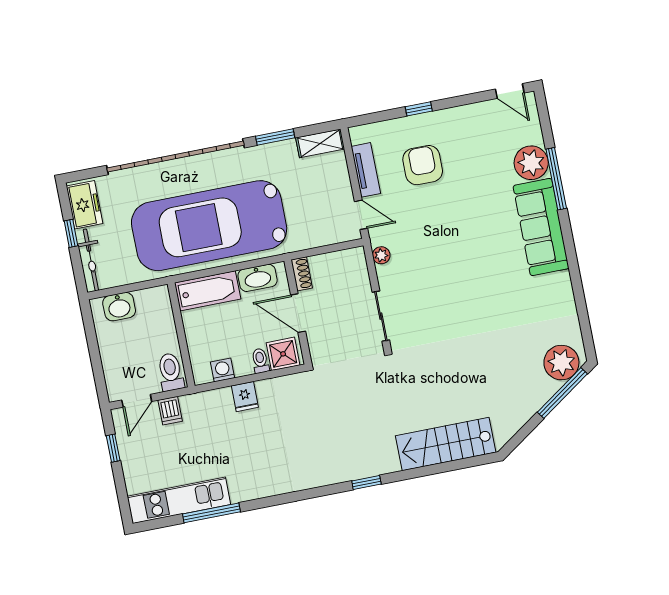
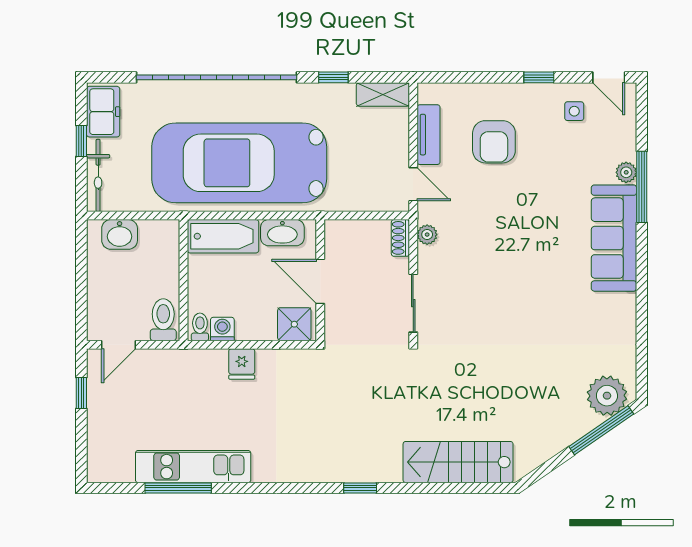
window: (419, 109) -> (539, 77), moved
side table: (486, 126) -> (574, 111), added
window: (275, 137) -> (333, 77), width x0.67
plant: (531, 163) -> (626, 172), width x0.53, depth x0.53
armchair: (423, 165) -> (494, 142), turned 180
shoe rack: (302, 274) -> (400, 238), moved, turned 180
toilet: (260, 361) -> (200, 327), moved
dishwasher: (170, 411) -> (154, 363), removed
kitchen unit: (179, 500) -> (193, 467), moved

